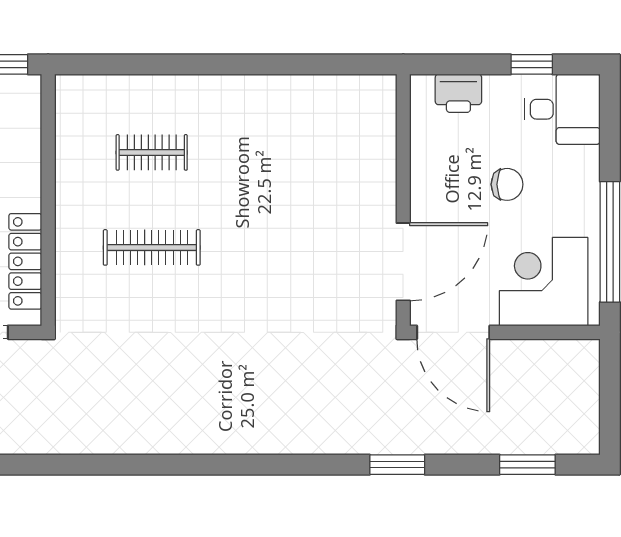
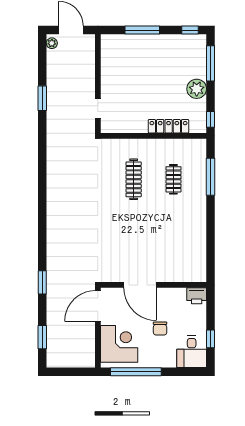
window: (146, 64) -> (210, 177), added
printer: (458, 93) -> (197, 296), moved, turned -90
locker: (25, 261) -> (169, 126), moved
door: (403, 262) -> (140, 285), moved

